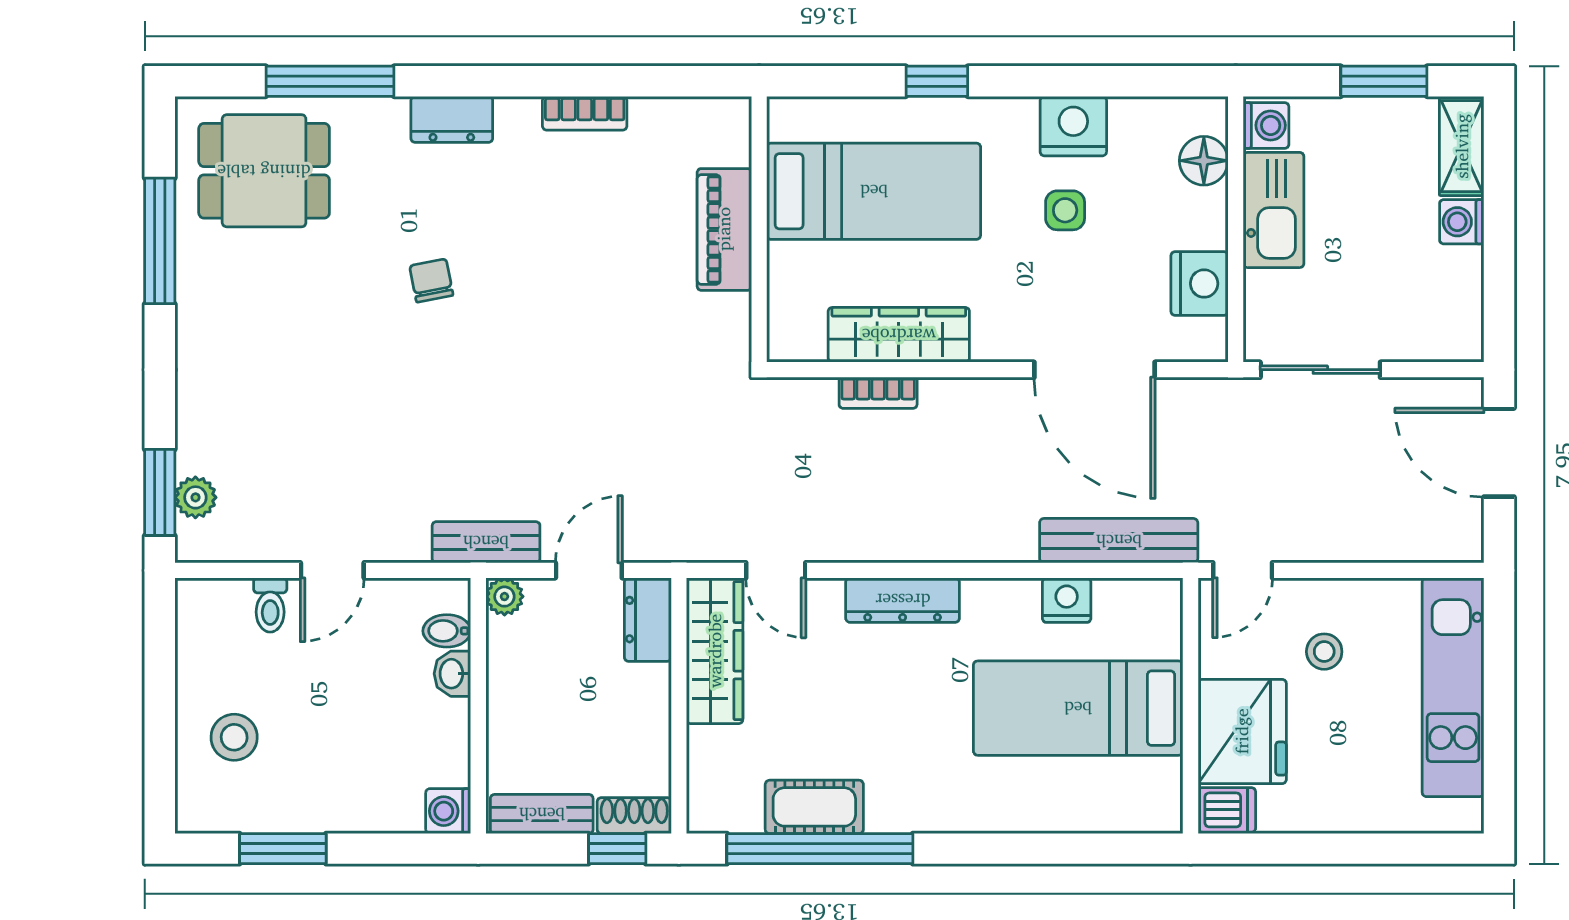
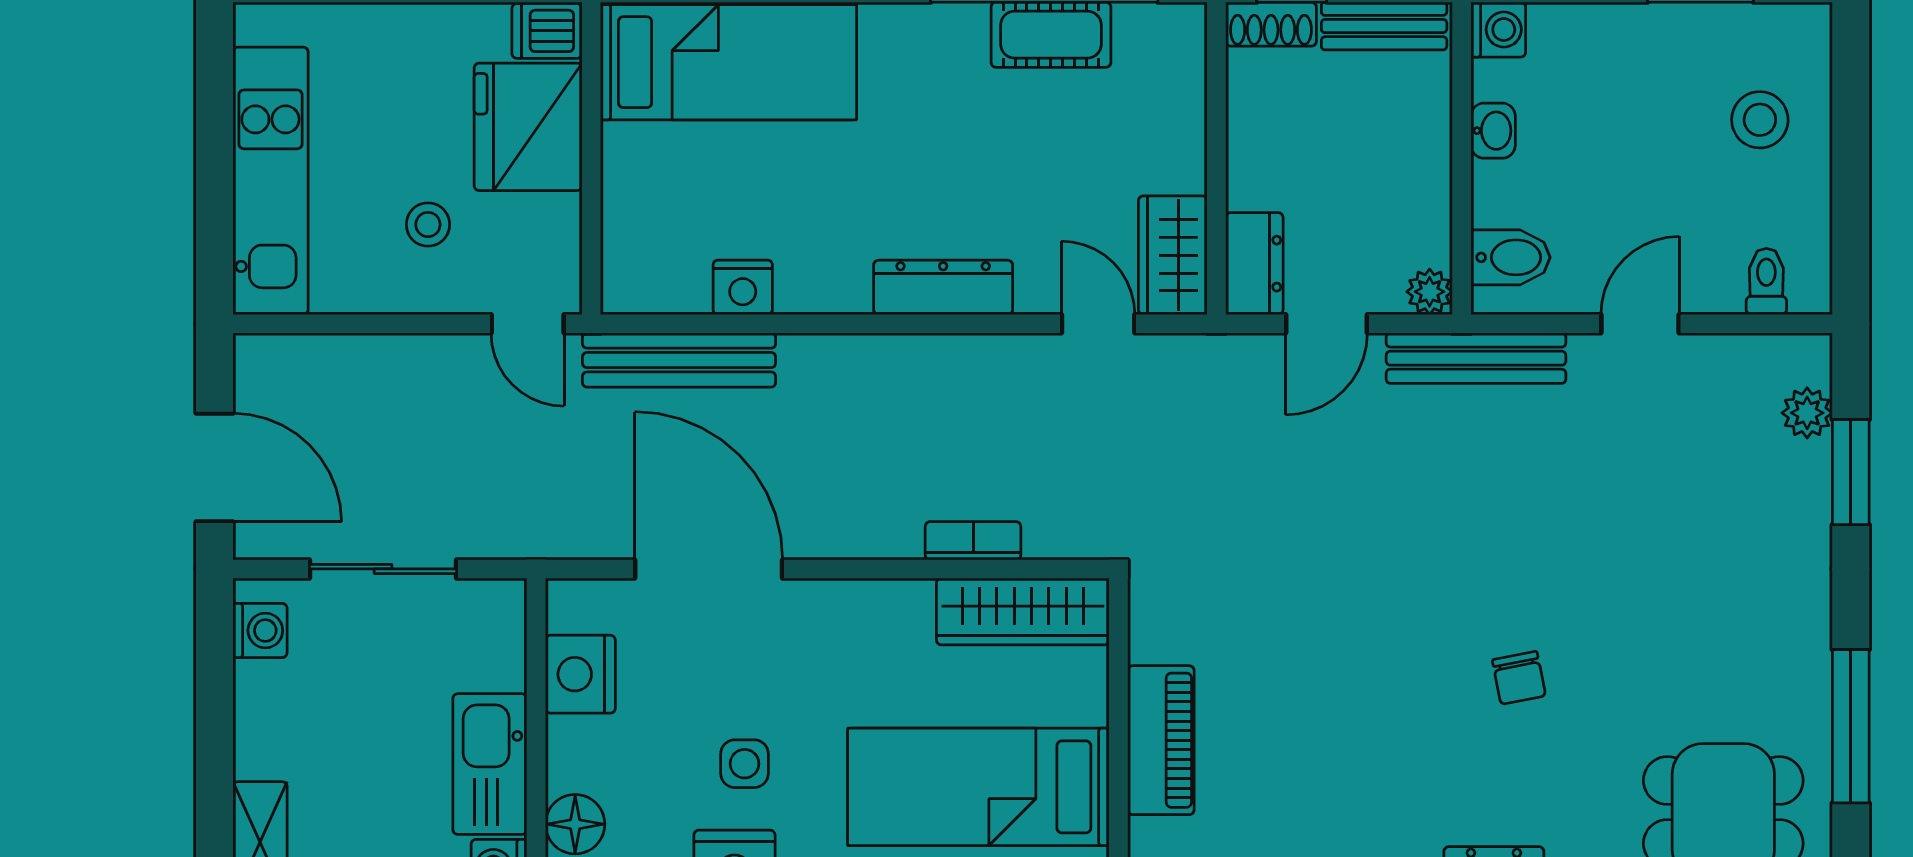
washing machine: (1462, 222) -> (260, 630), moved
wardrobe: (899, 335) -> (1023, 612), moved
sliding door: (1320, 370) -> (383, 569), moved
window: (160, 492) -> (1851, 472), moved
bench: (486, 542) -> (1476, 358), width x1.36
door: (1243, 570) -> (528, 324), swing flipped
toilet: (270, 605) -> (1766, 281), moved
bidet: (447, 631) -> (1510, 257), width x1.38, depth x1.36
wardrobe: (715, 651) -> (1173, 255), width x0.67
washbasin: (452, 674) -> (1493, 131), moved
bed: (1078, 708) -> (729, 62), moved

